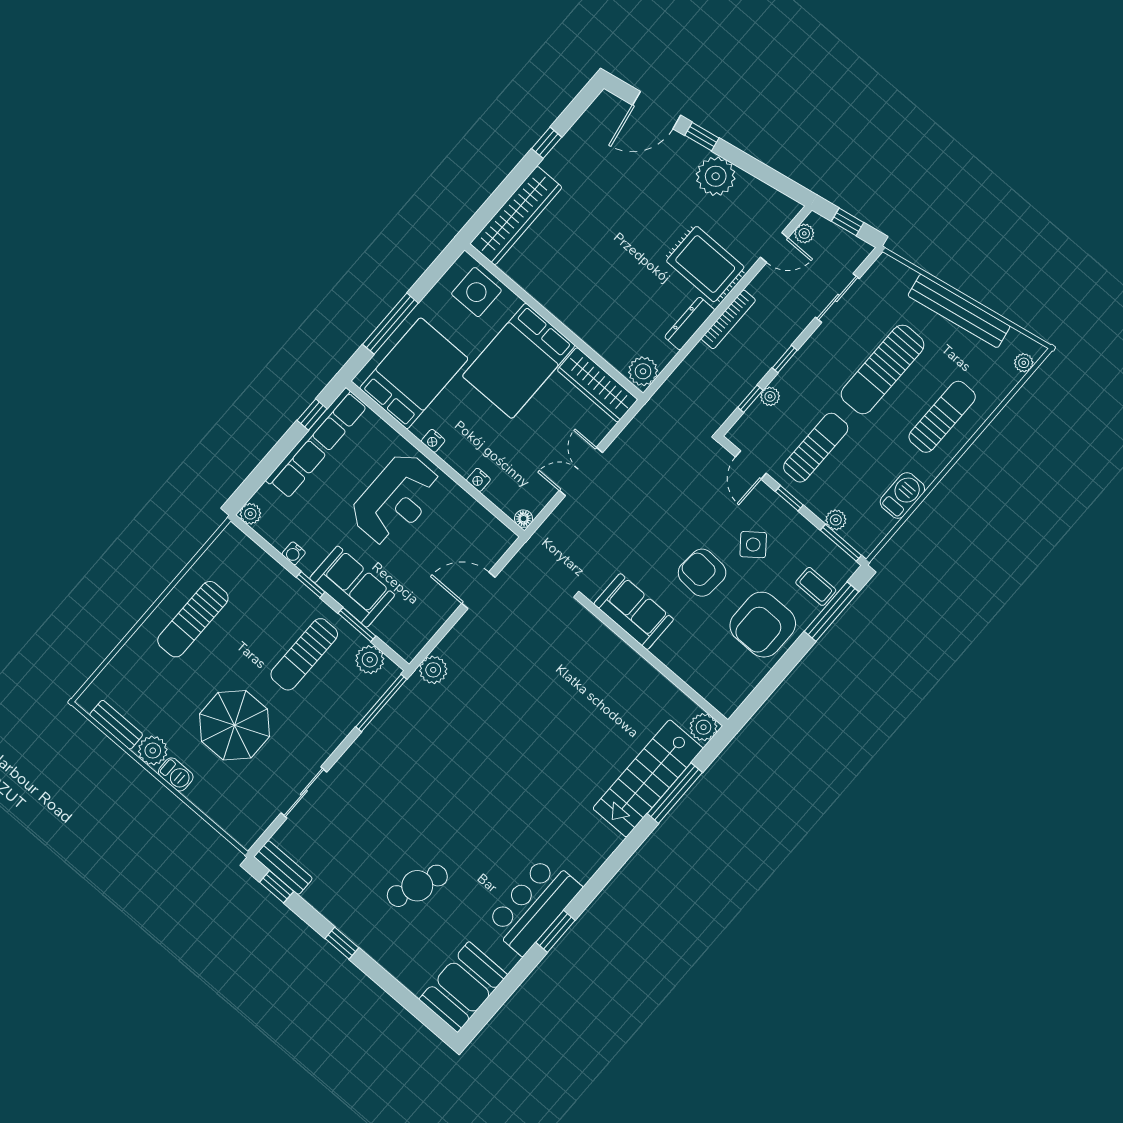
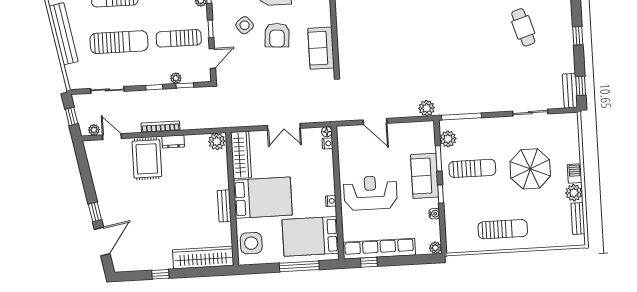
door: (657, 110) -> (102, 242), hinge flipped
plant: (716, 176) -> (106, 190), removed
bench: (555, 303) -> (224, 206), added
dresser: (690, 324) -> (173, 142), width x0.70
nightstand: (478, 480) -> (328, 143), moved
cafe table: (417, 886) -> (523, 27), turned 51

